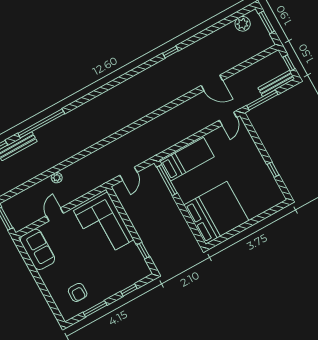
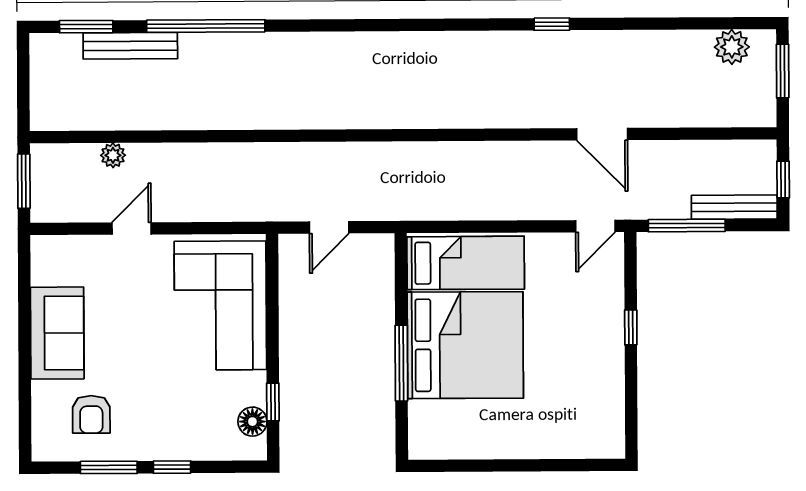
window: (273, 170) -> (631, 327), moved
plant: (57, 178) -> (113, 155), moved
window: (167, 180) -> (401, 363), moved
bed: (216, 213) -> (465, 345), moved
sofa: (37, 249) -> (57, 333), moved
floor lamp: (139, 262) -> (252, 422), added
window: (129, 290) -> (172, 467), moved

